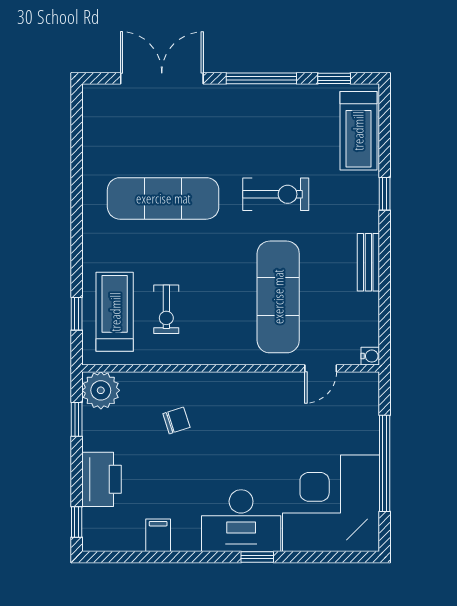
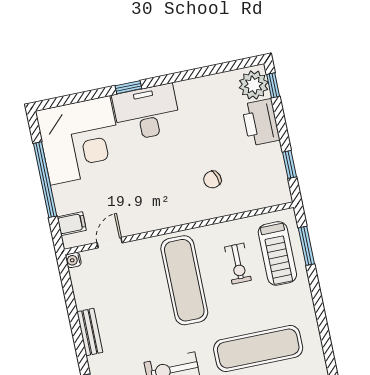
exercise mat: (278, 297) -> (184, 280), moved
exercise bike: (166, 309) -> (238, 264), turned 180
window: (77, 314) -> (306, 246), width x1.50
plant: (101, 390) -> (254, 85), moved
filing cabinet: (158, 535) -> (72, 224), moved, turned -90

